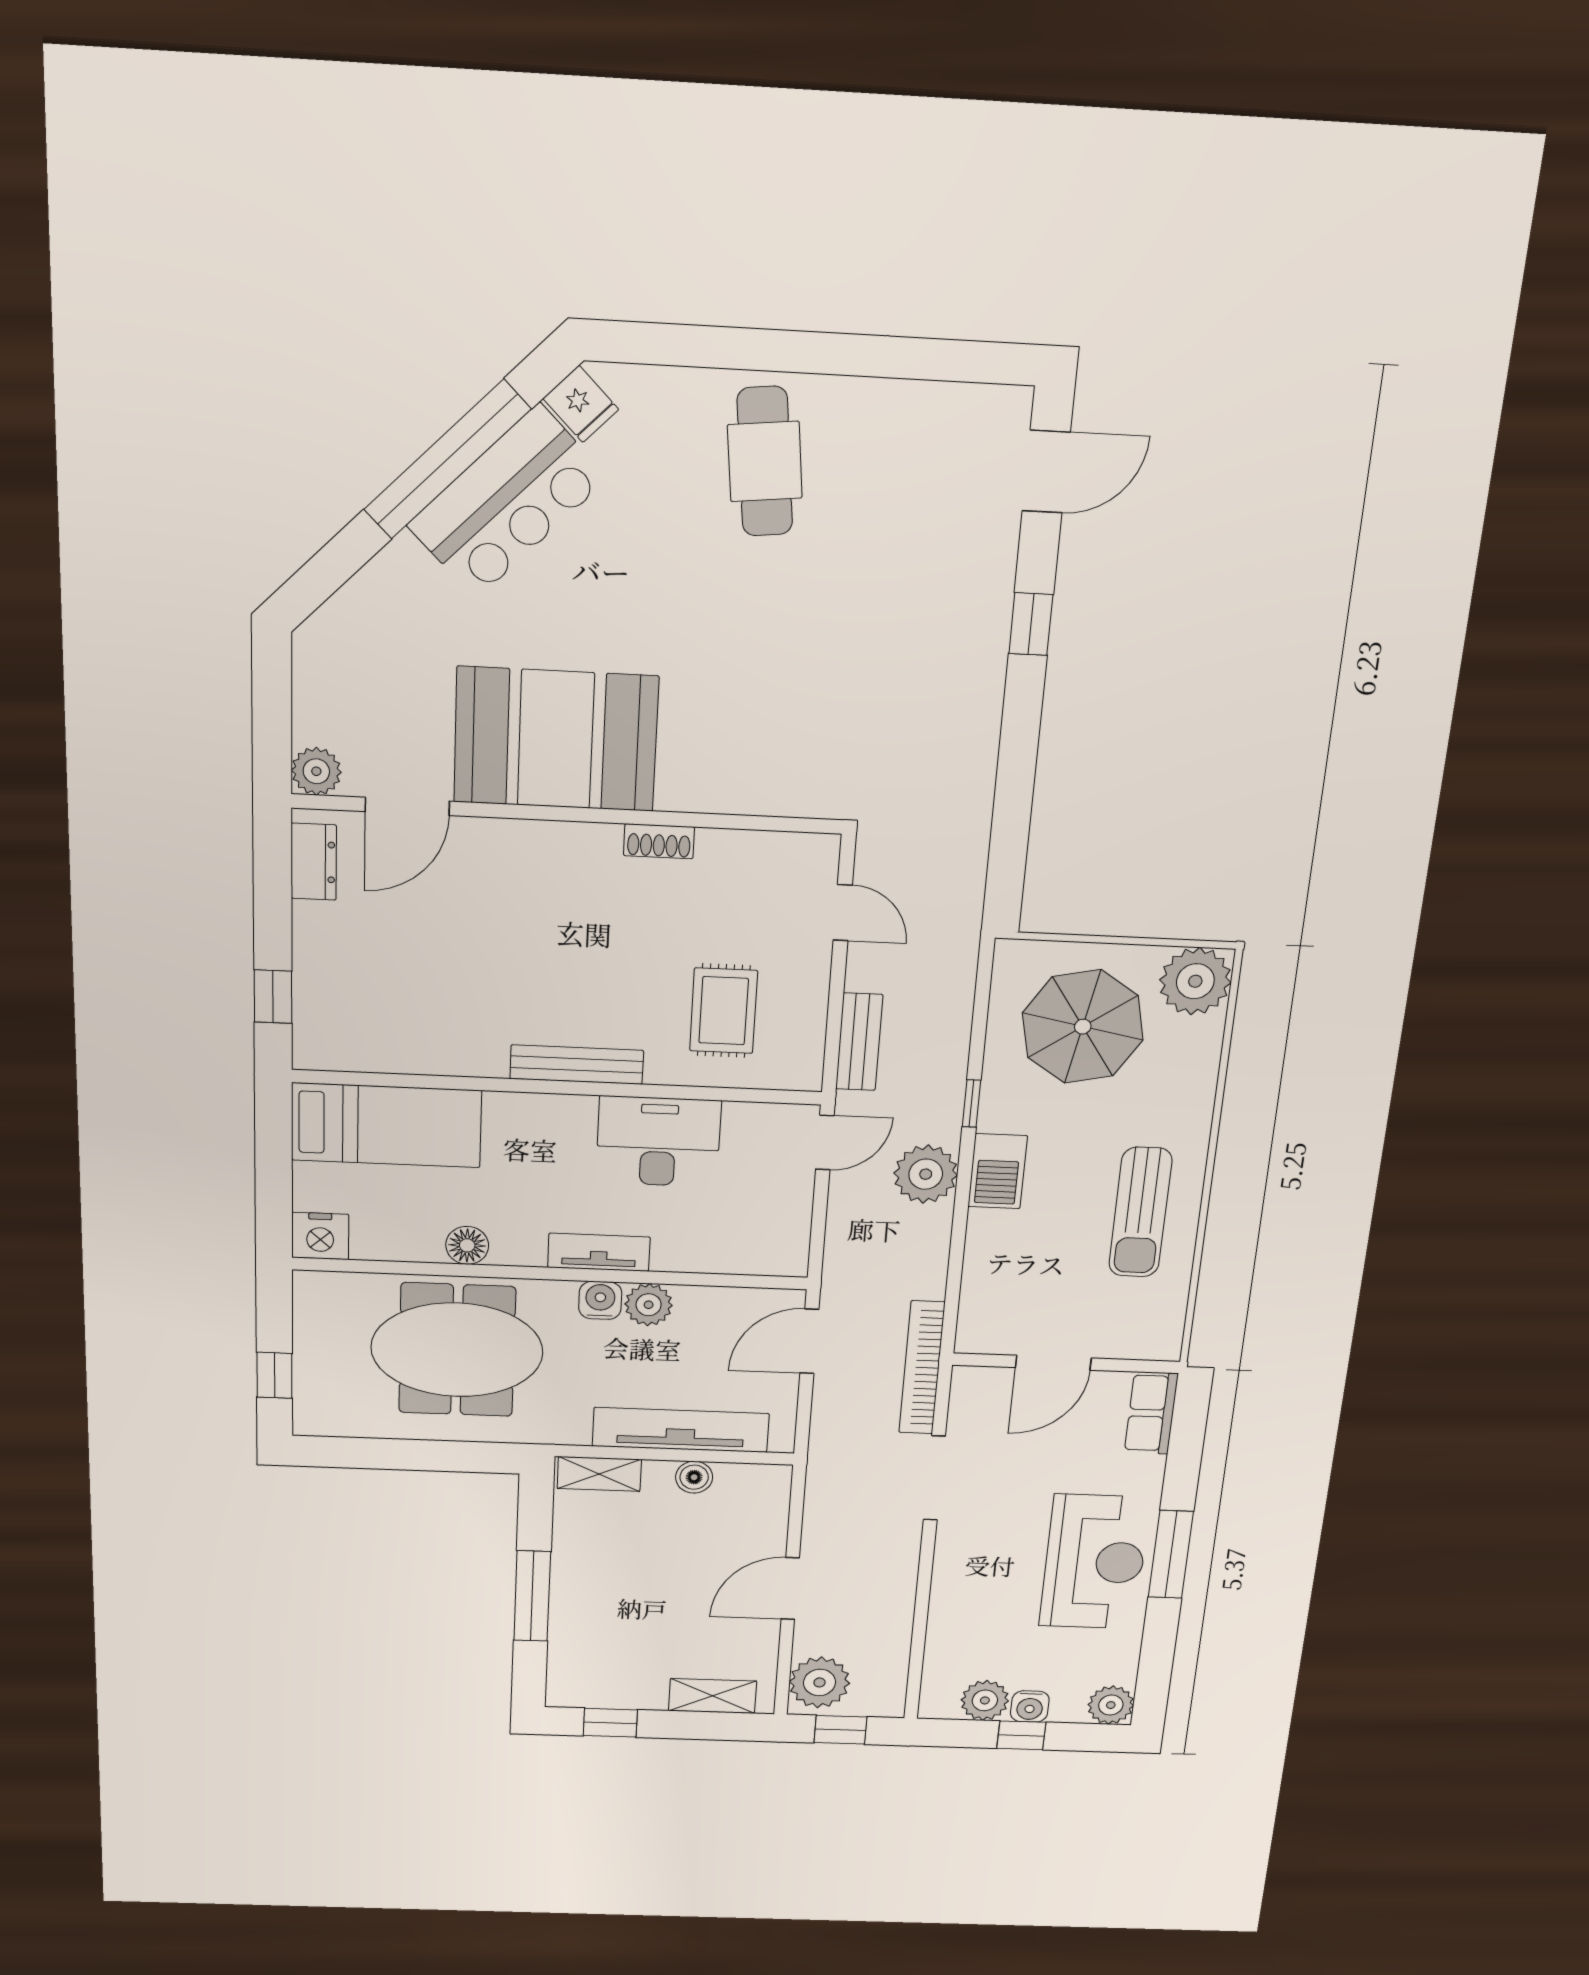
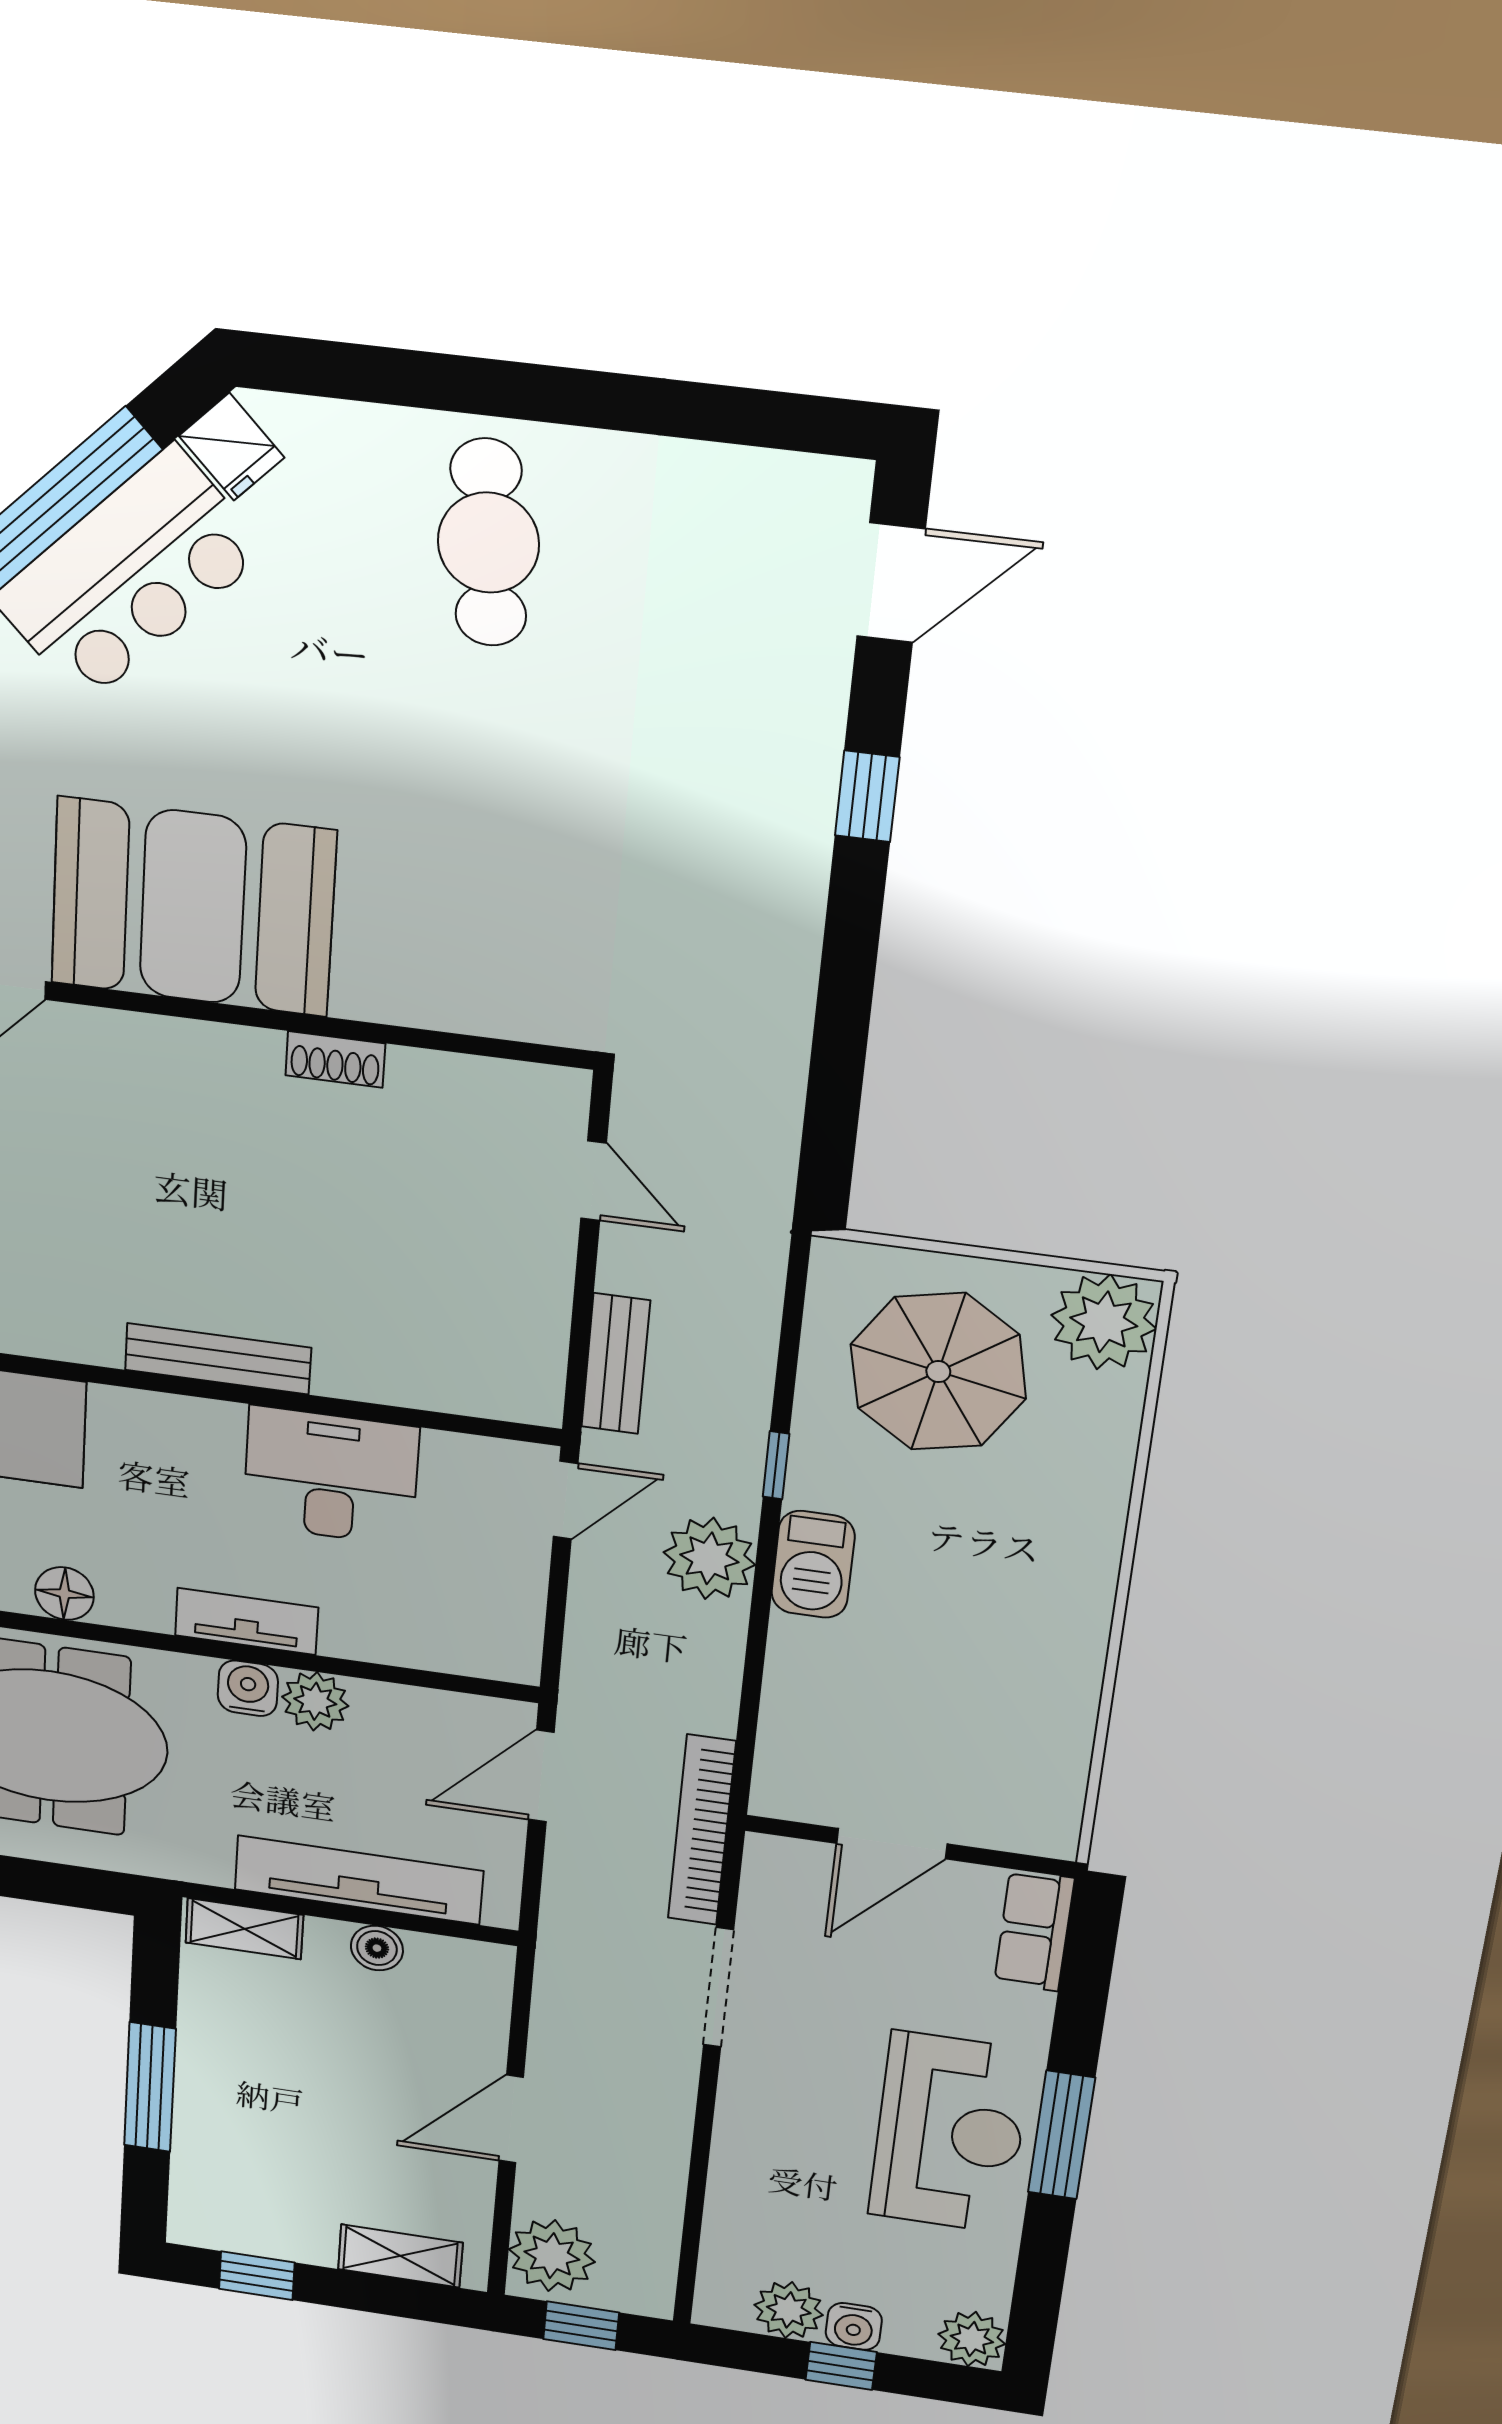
rug: (724, 1011) -> (424, 1303), removed
sun lounger: (1140, 1212) -> (1020, 1643), removed

